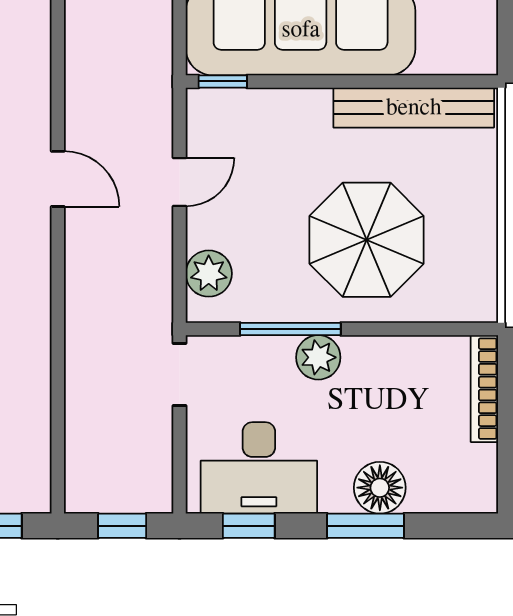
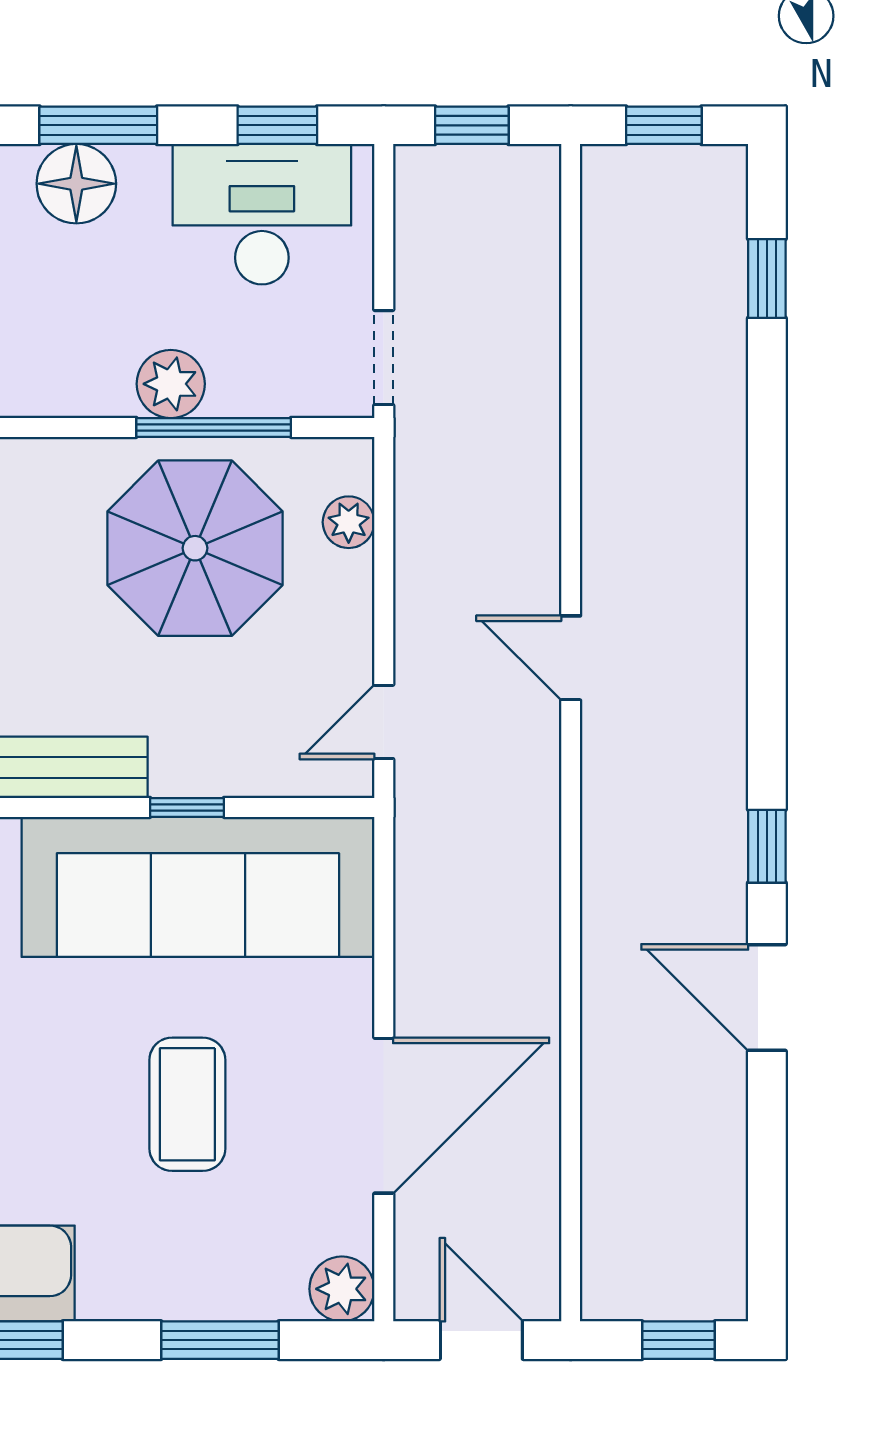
window: (223, 81) -> (187, 807), moved
door: (180, 182) -> (384, 722), moved
parasol: (367, 240) -> (195, 548), moved
plant: (209, 274) -> (349, 522), width x0.73, depth x0.73

